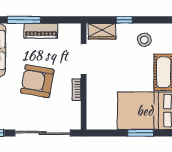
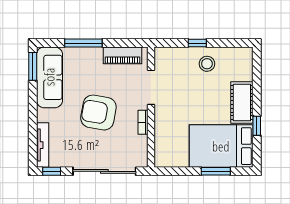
piano: (41, 31) -> (123, 55), moved
wardrobe: (102, 31) -> (172, 56), removed
stool: (144, 40) -> (207, 64), moved

